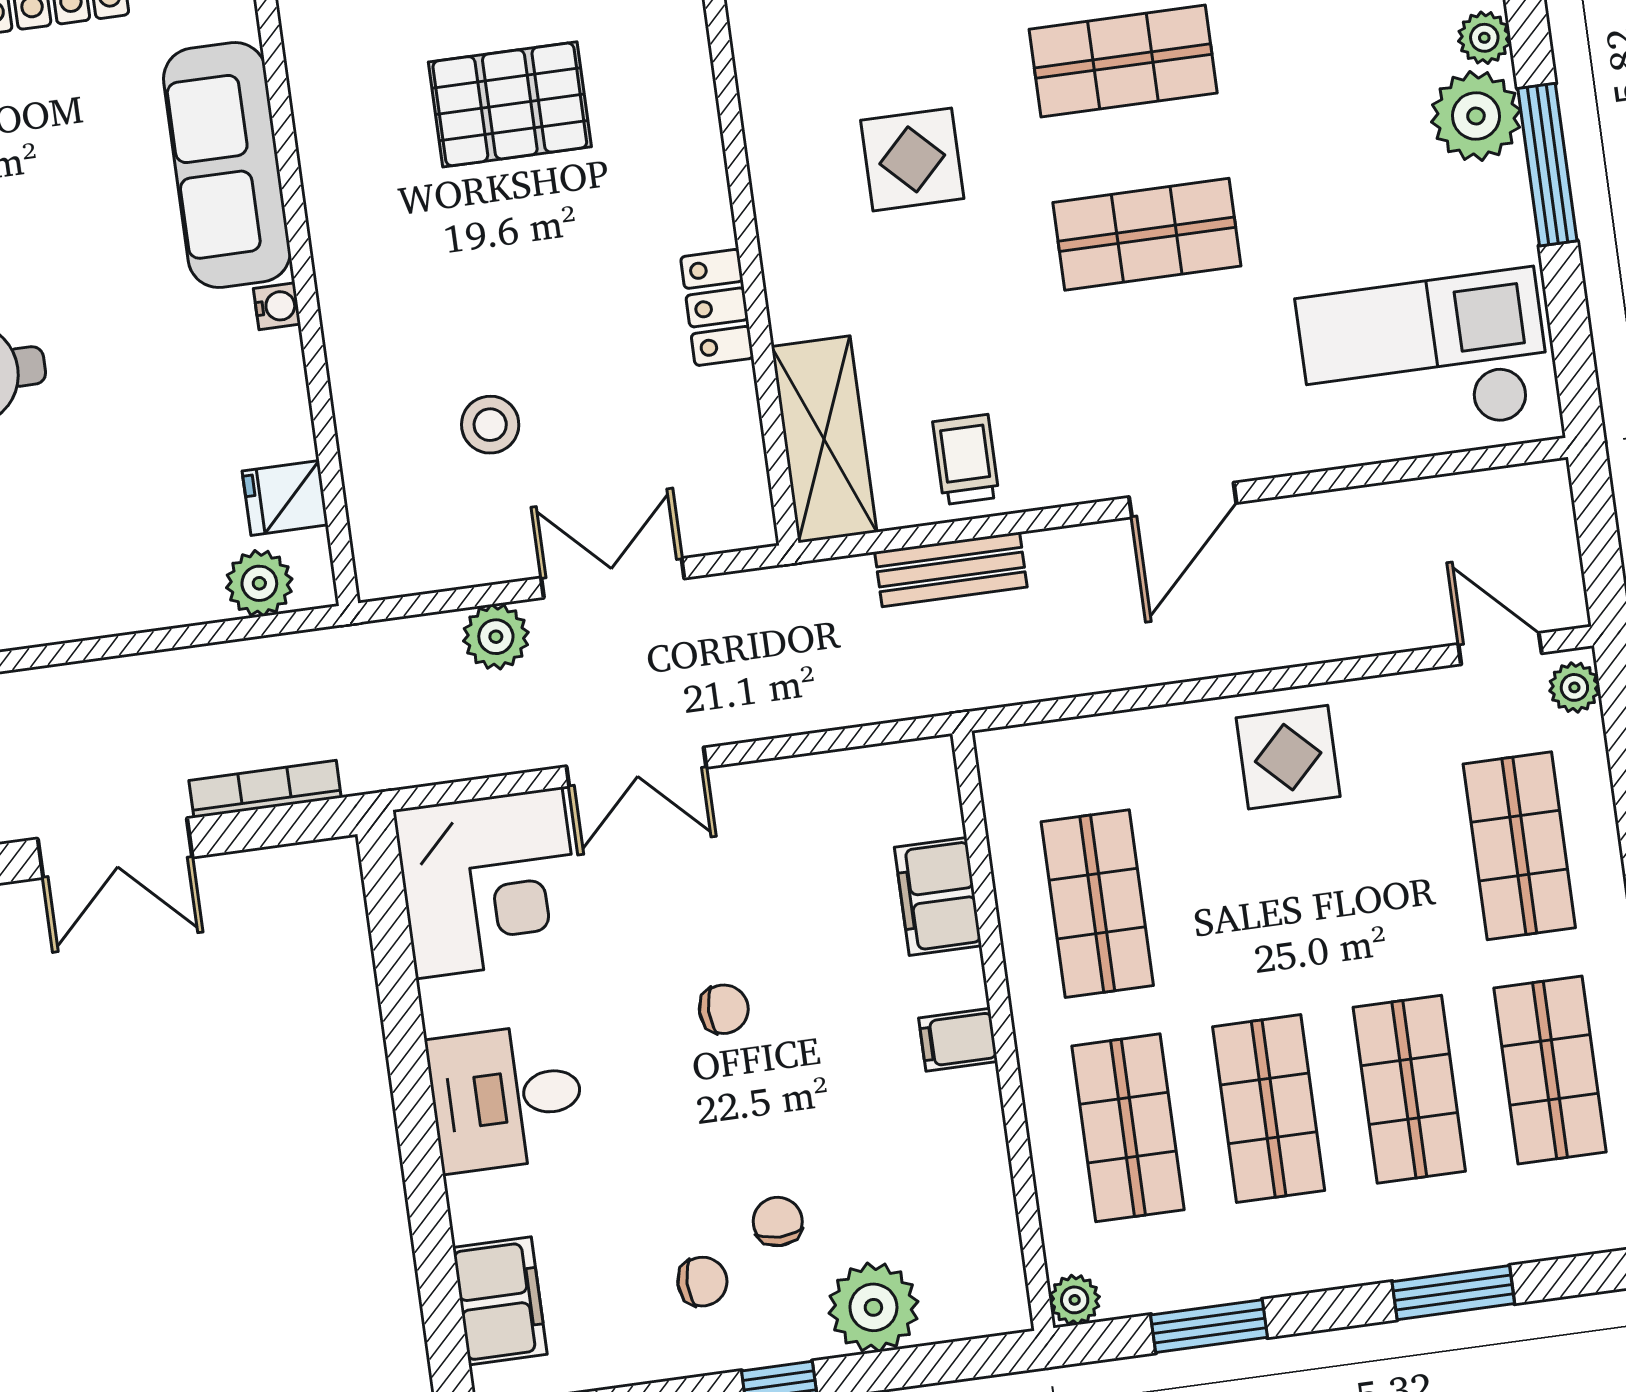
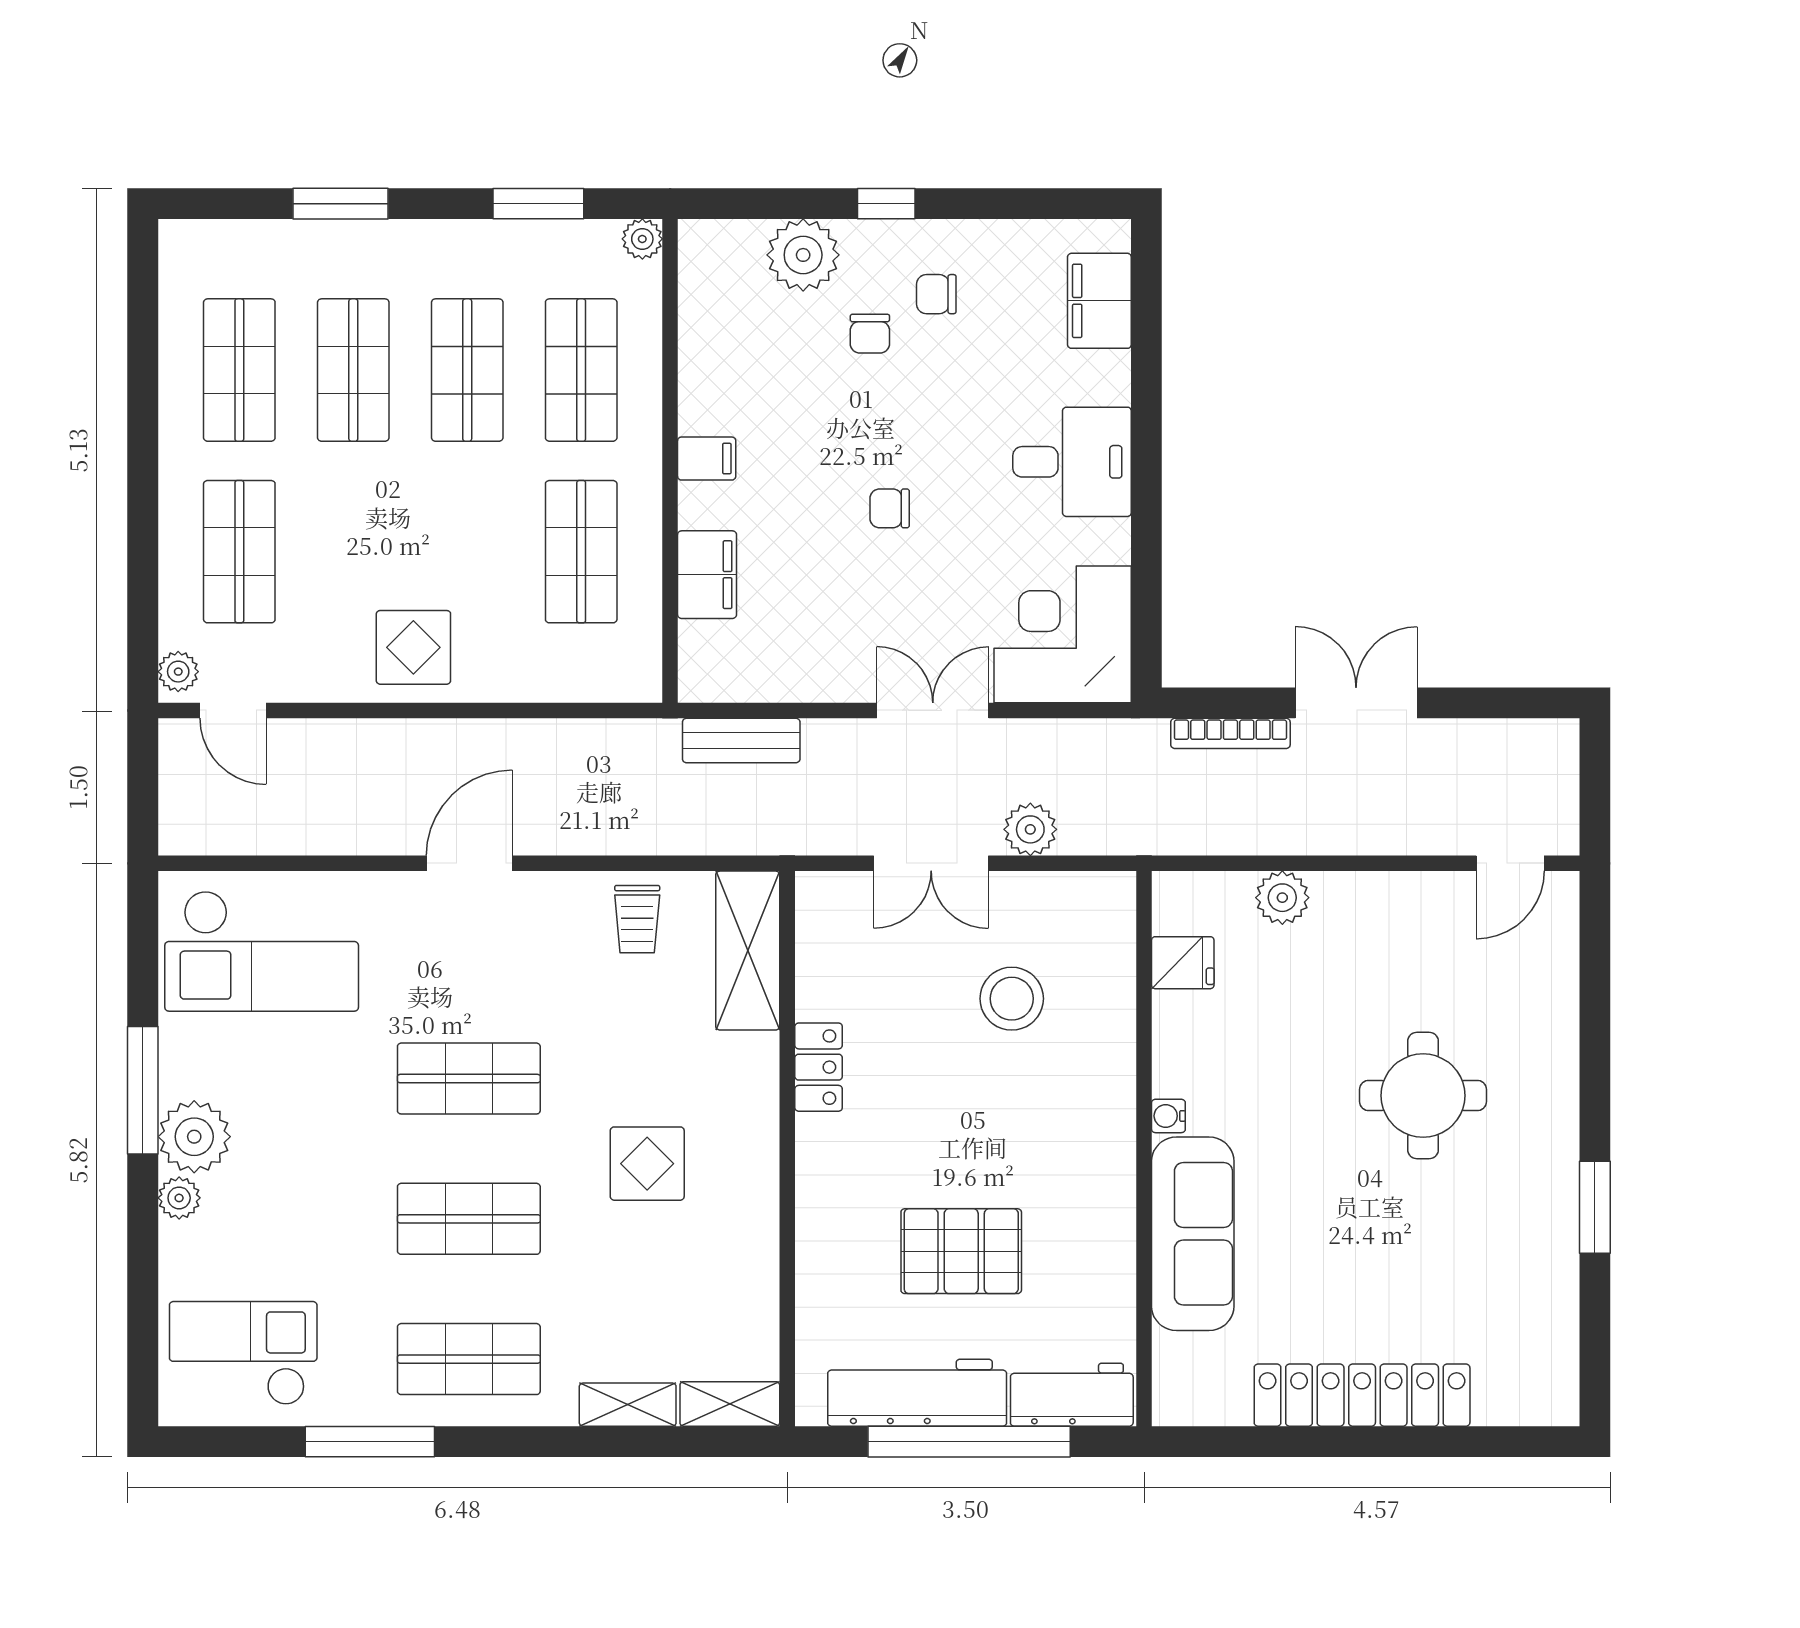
stool: (490, 425) -> (1012, 999), width x1.38, depth x1.38
bench: (951, 569) -> (741, 741), moved
plant: (259, 583) -> (1282, 898), moved

